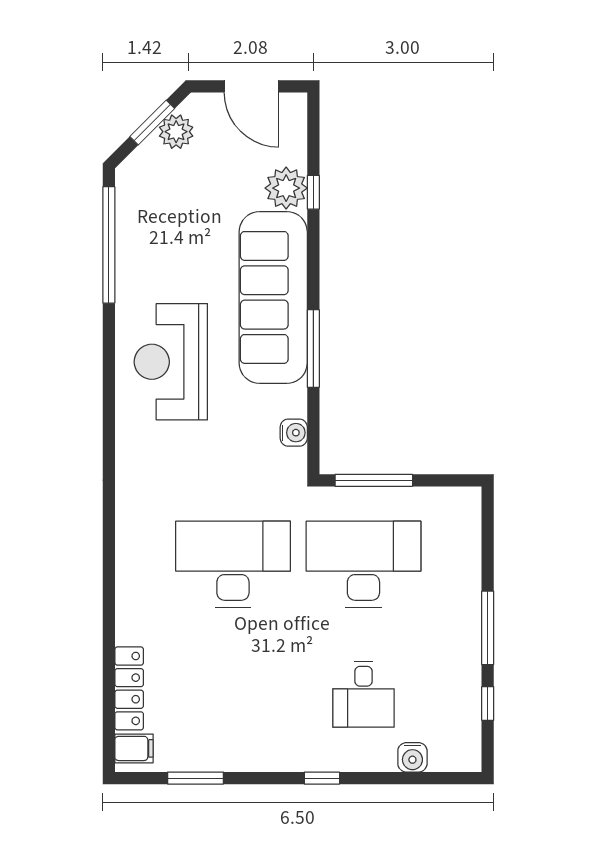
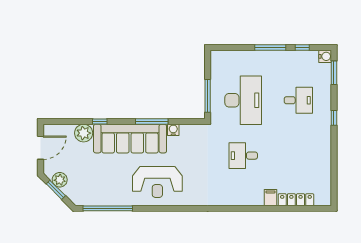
window: (313, 192) -> (100, 122), moved
water cooler: (294, 433) -> (173, 130), moved
desk: (233, 564) -> (243, 156), width x0.53, depth x0.77
desk: (363, 564) -> (243, 100), turned 180
filing cabinet: (134, 748) -> (270, 198), moved
water cooler: (412, 757) -> (325, 56), moved
window: (195, 778) -> (334, 73), moved

